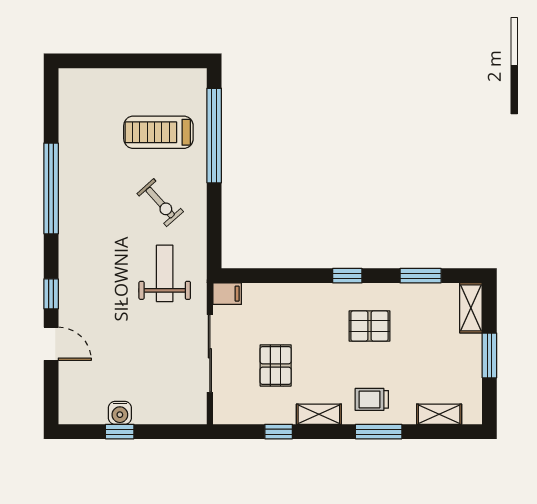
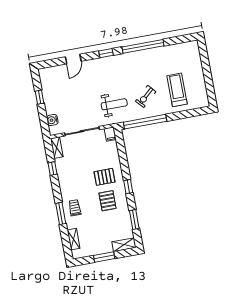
window: (214, 136) -> (145, 122), moved
window: (51, 294) -> (106, 53), moved
pallet: (276, 365) -> (105, 177), moved
water cooler: (120, 413) -> (52, 120), moved
shelving: (319, 414) -> (57, 148), moved

